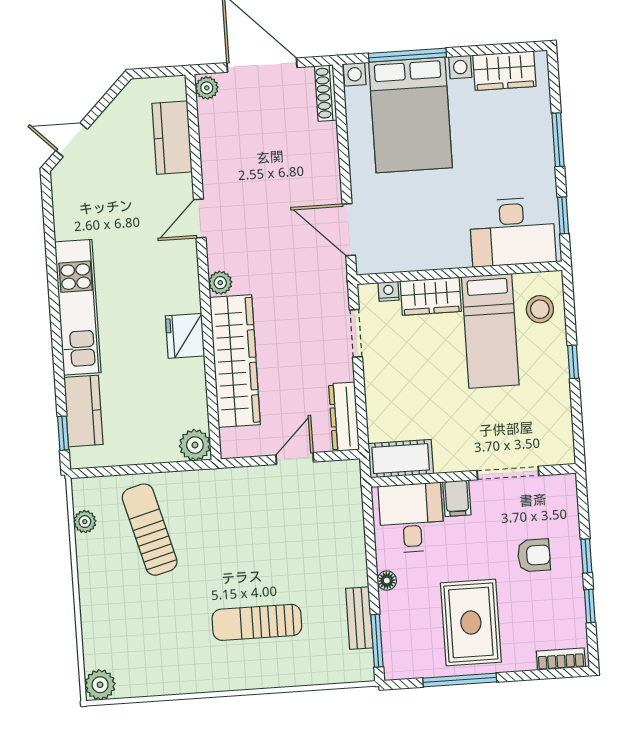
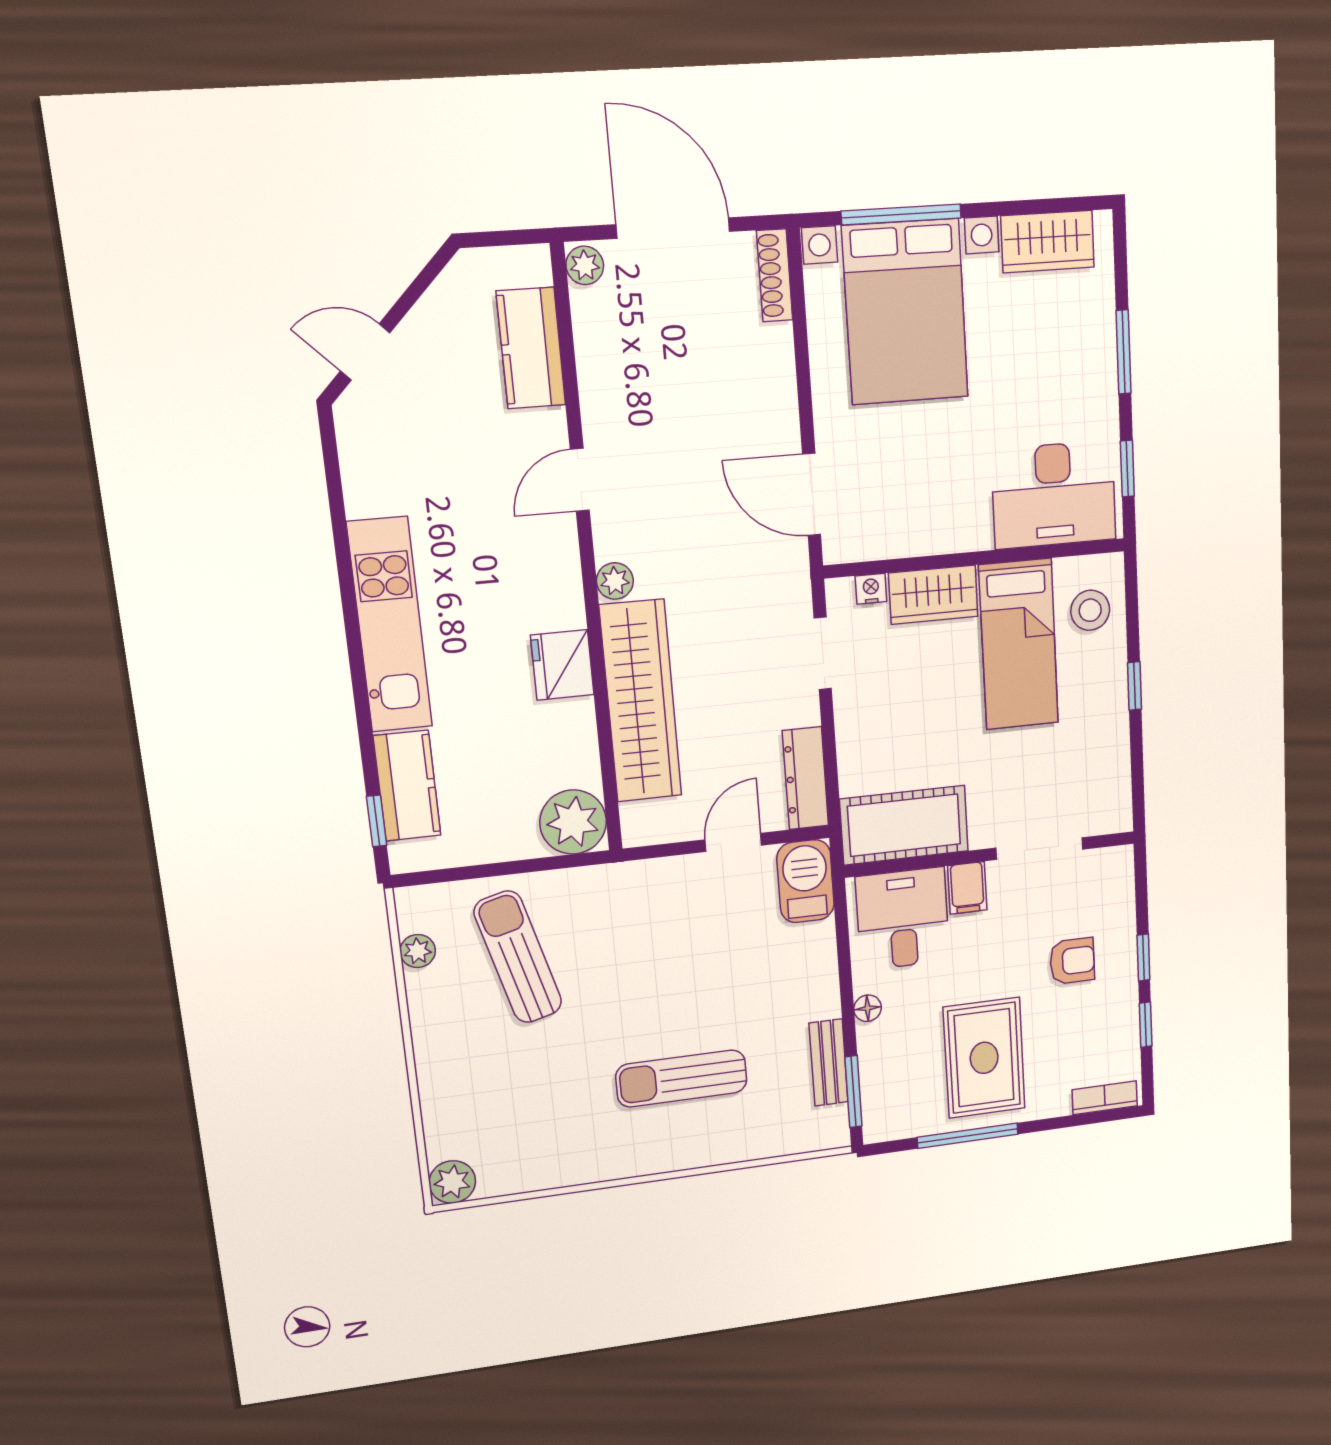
plant: (195, 445) -> (573, 822), width x1.36, depth x1.36
cot: (401, 459) -> (904, 825), width x1.37, depth x1.34
barbecue: (344, 488) -> (806, 881), added

